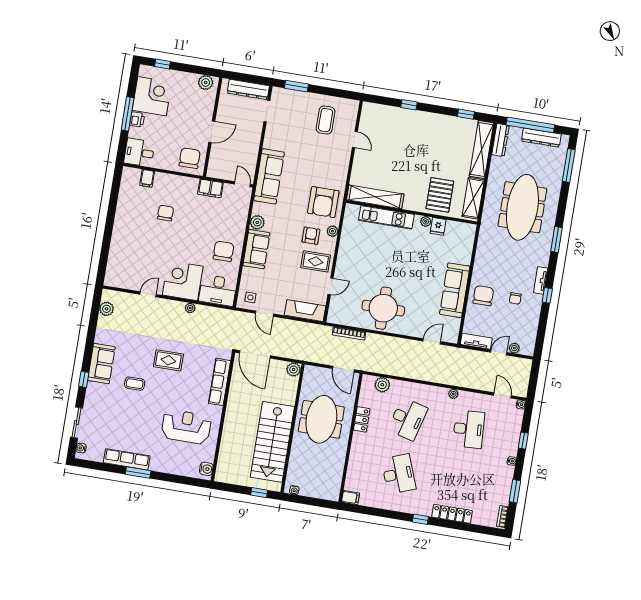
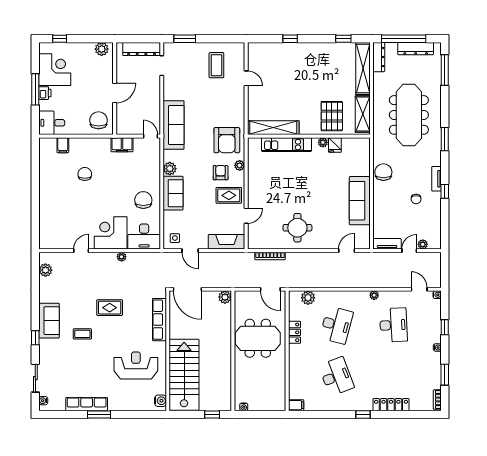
chair: (483, 296) -> (383, 172), moved
round table: (383, 308) -> (297, 228), width x0.73, depth x0.73
meeting table: (321, 419) -> (258, 338), turned 90
stairs: (272, 442) -> (184, 375), moved, turned 180

